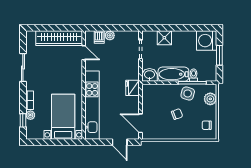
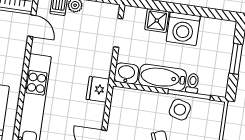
washing machine: (207, 41) -> (183, 29), moved, turned -90
plant: (210, 99) -> (213, 123), removed

